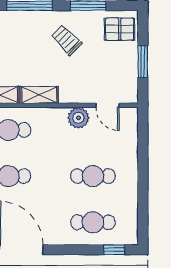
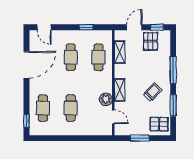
pallet: (120, 29) -> (159, 124), turned 90
shelving: (39, 95) -> (120, 90), moved
door: (107, 105) -> (113, 117), swing flipped

